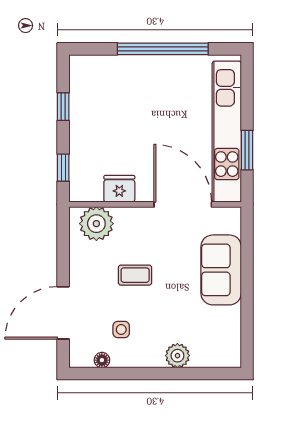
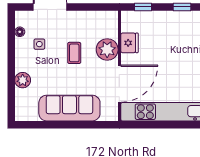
window: (247, 150) -> (154, 125), removed
plant: (96, 224) -> (107, 50), moved
sofa: (221, 270) -> (69, 108), width x1.36

